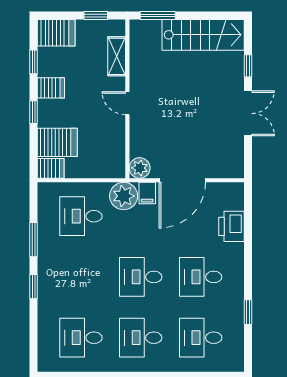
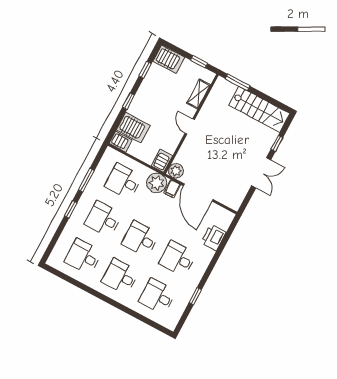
server rack: (51, 88) -> (162, 161), moved, turned -90
door: (182, 180) -> (198, 193), hinge flipped
desk: (81, 277) -> (103, 219), added

